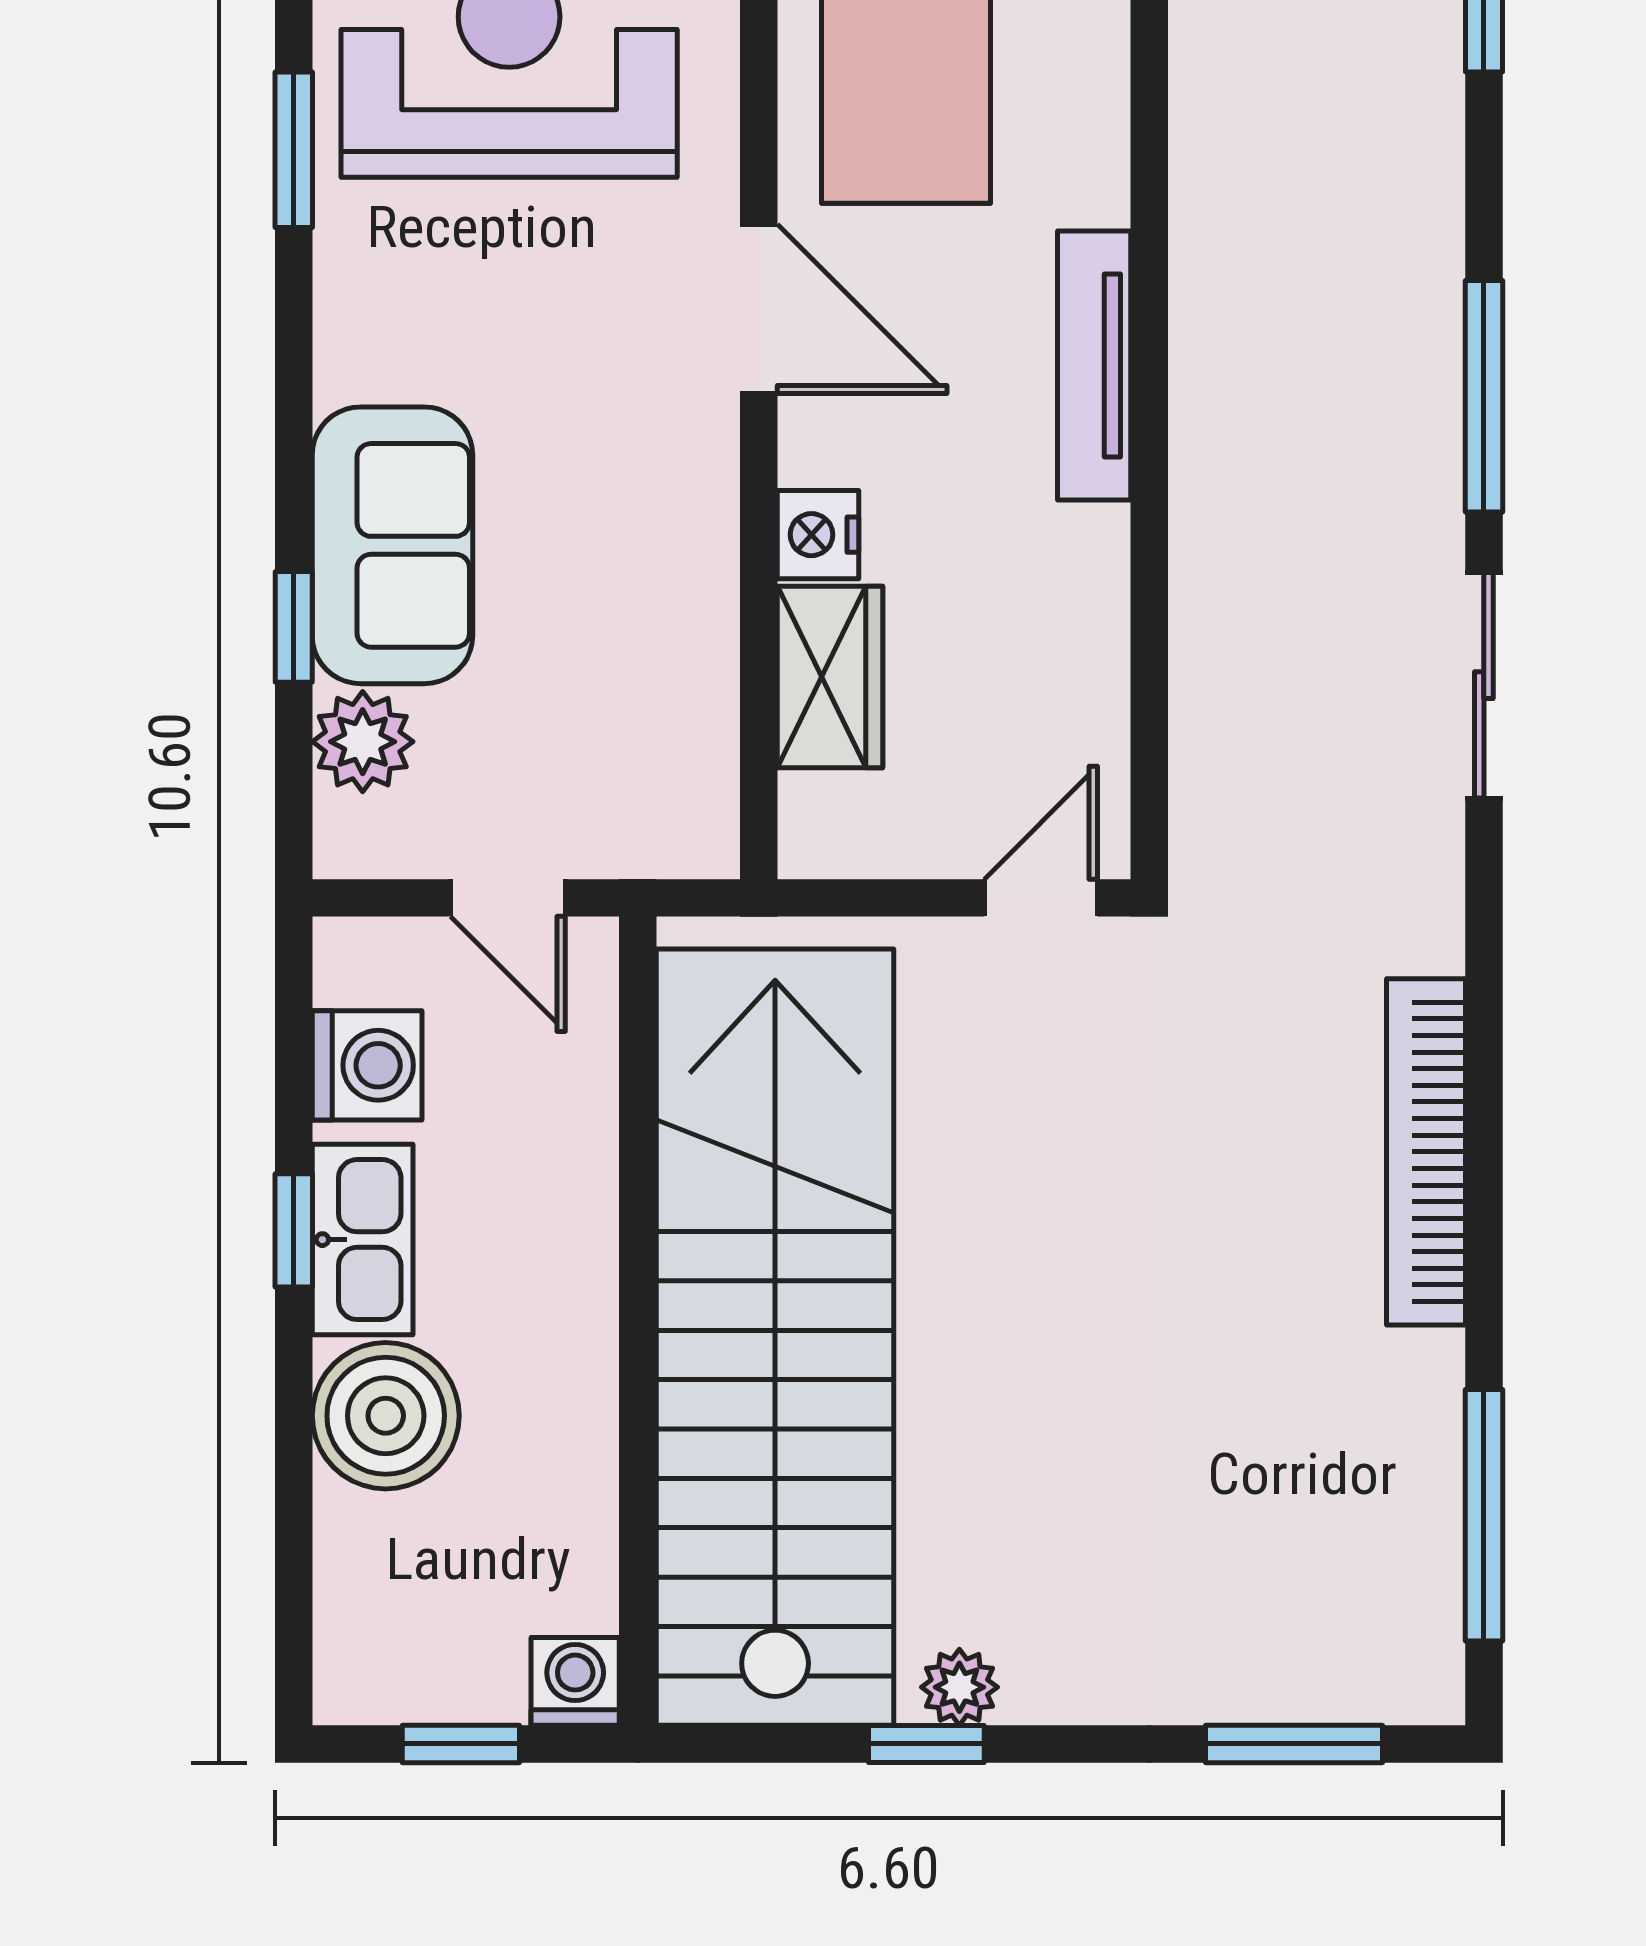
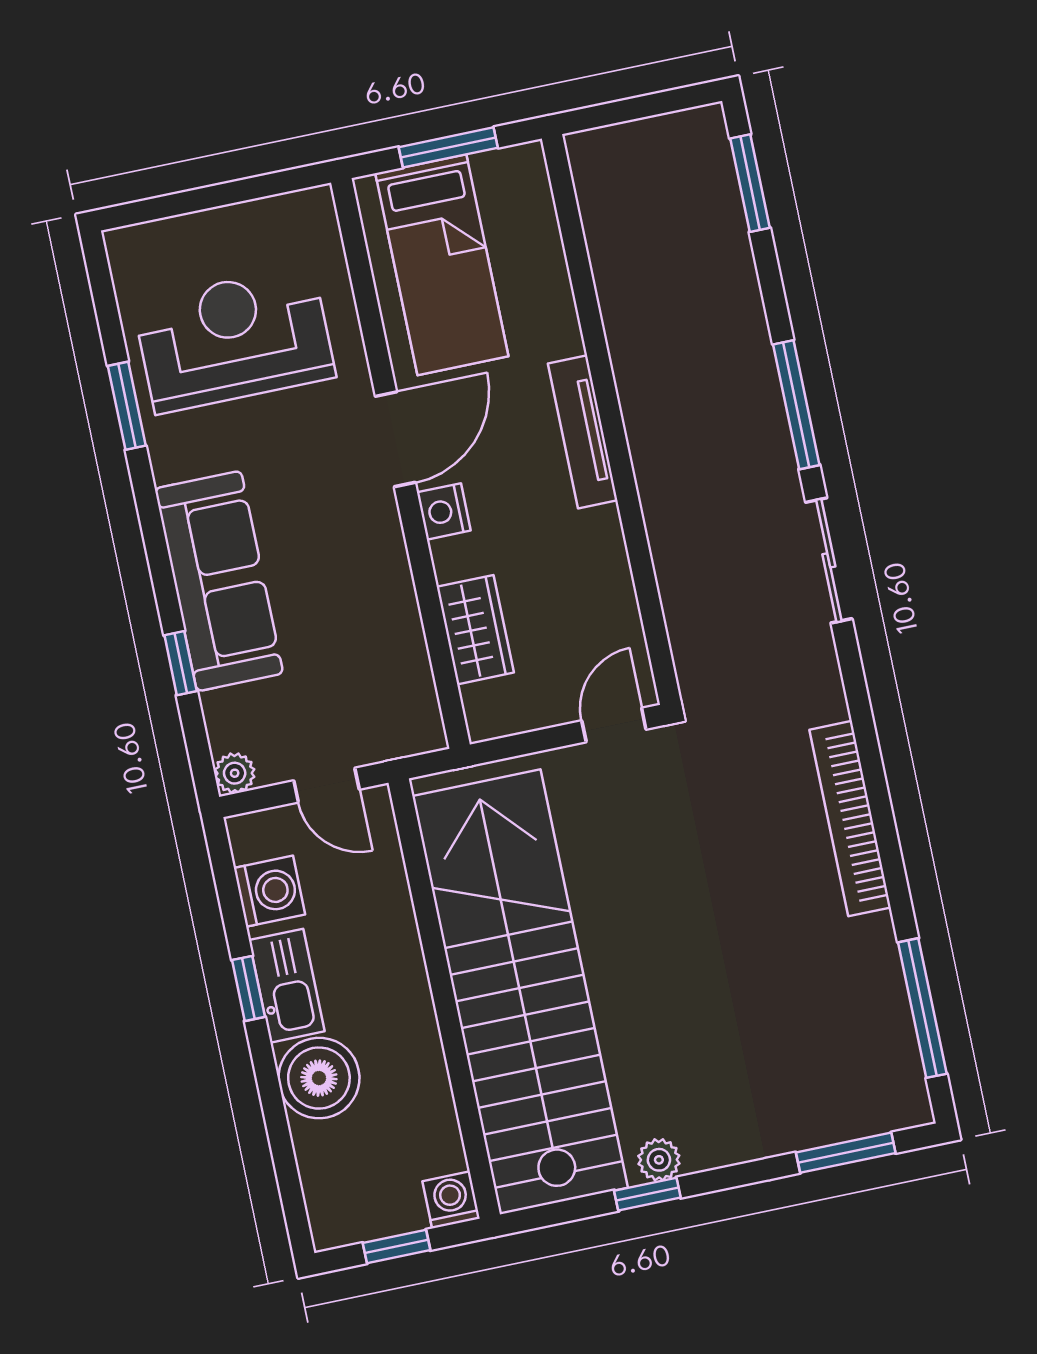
door: (759, 309) -> (395, 439), hinge flipped
nightstand: (818, 535) -> (444, 511), moved
sofa: (392, 545) -> (219, 581), width x1.36
plant: (363, 742) -> (235, 773), moved, width x0.73, depth x0.73

